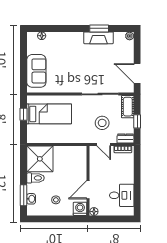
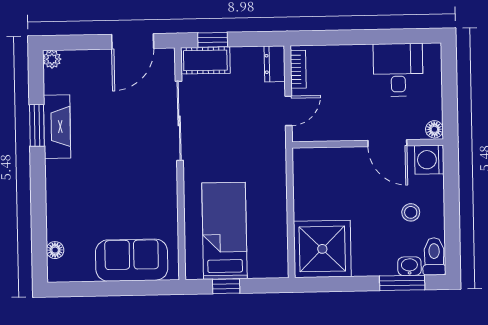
window: (137, 121) -> (213, 40), moved
stool: (102, 123) -> (242, 115), removed
toilet: (35, 178) -> (434, 256), moved

